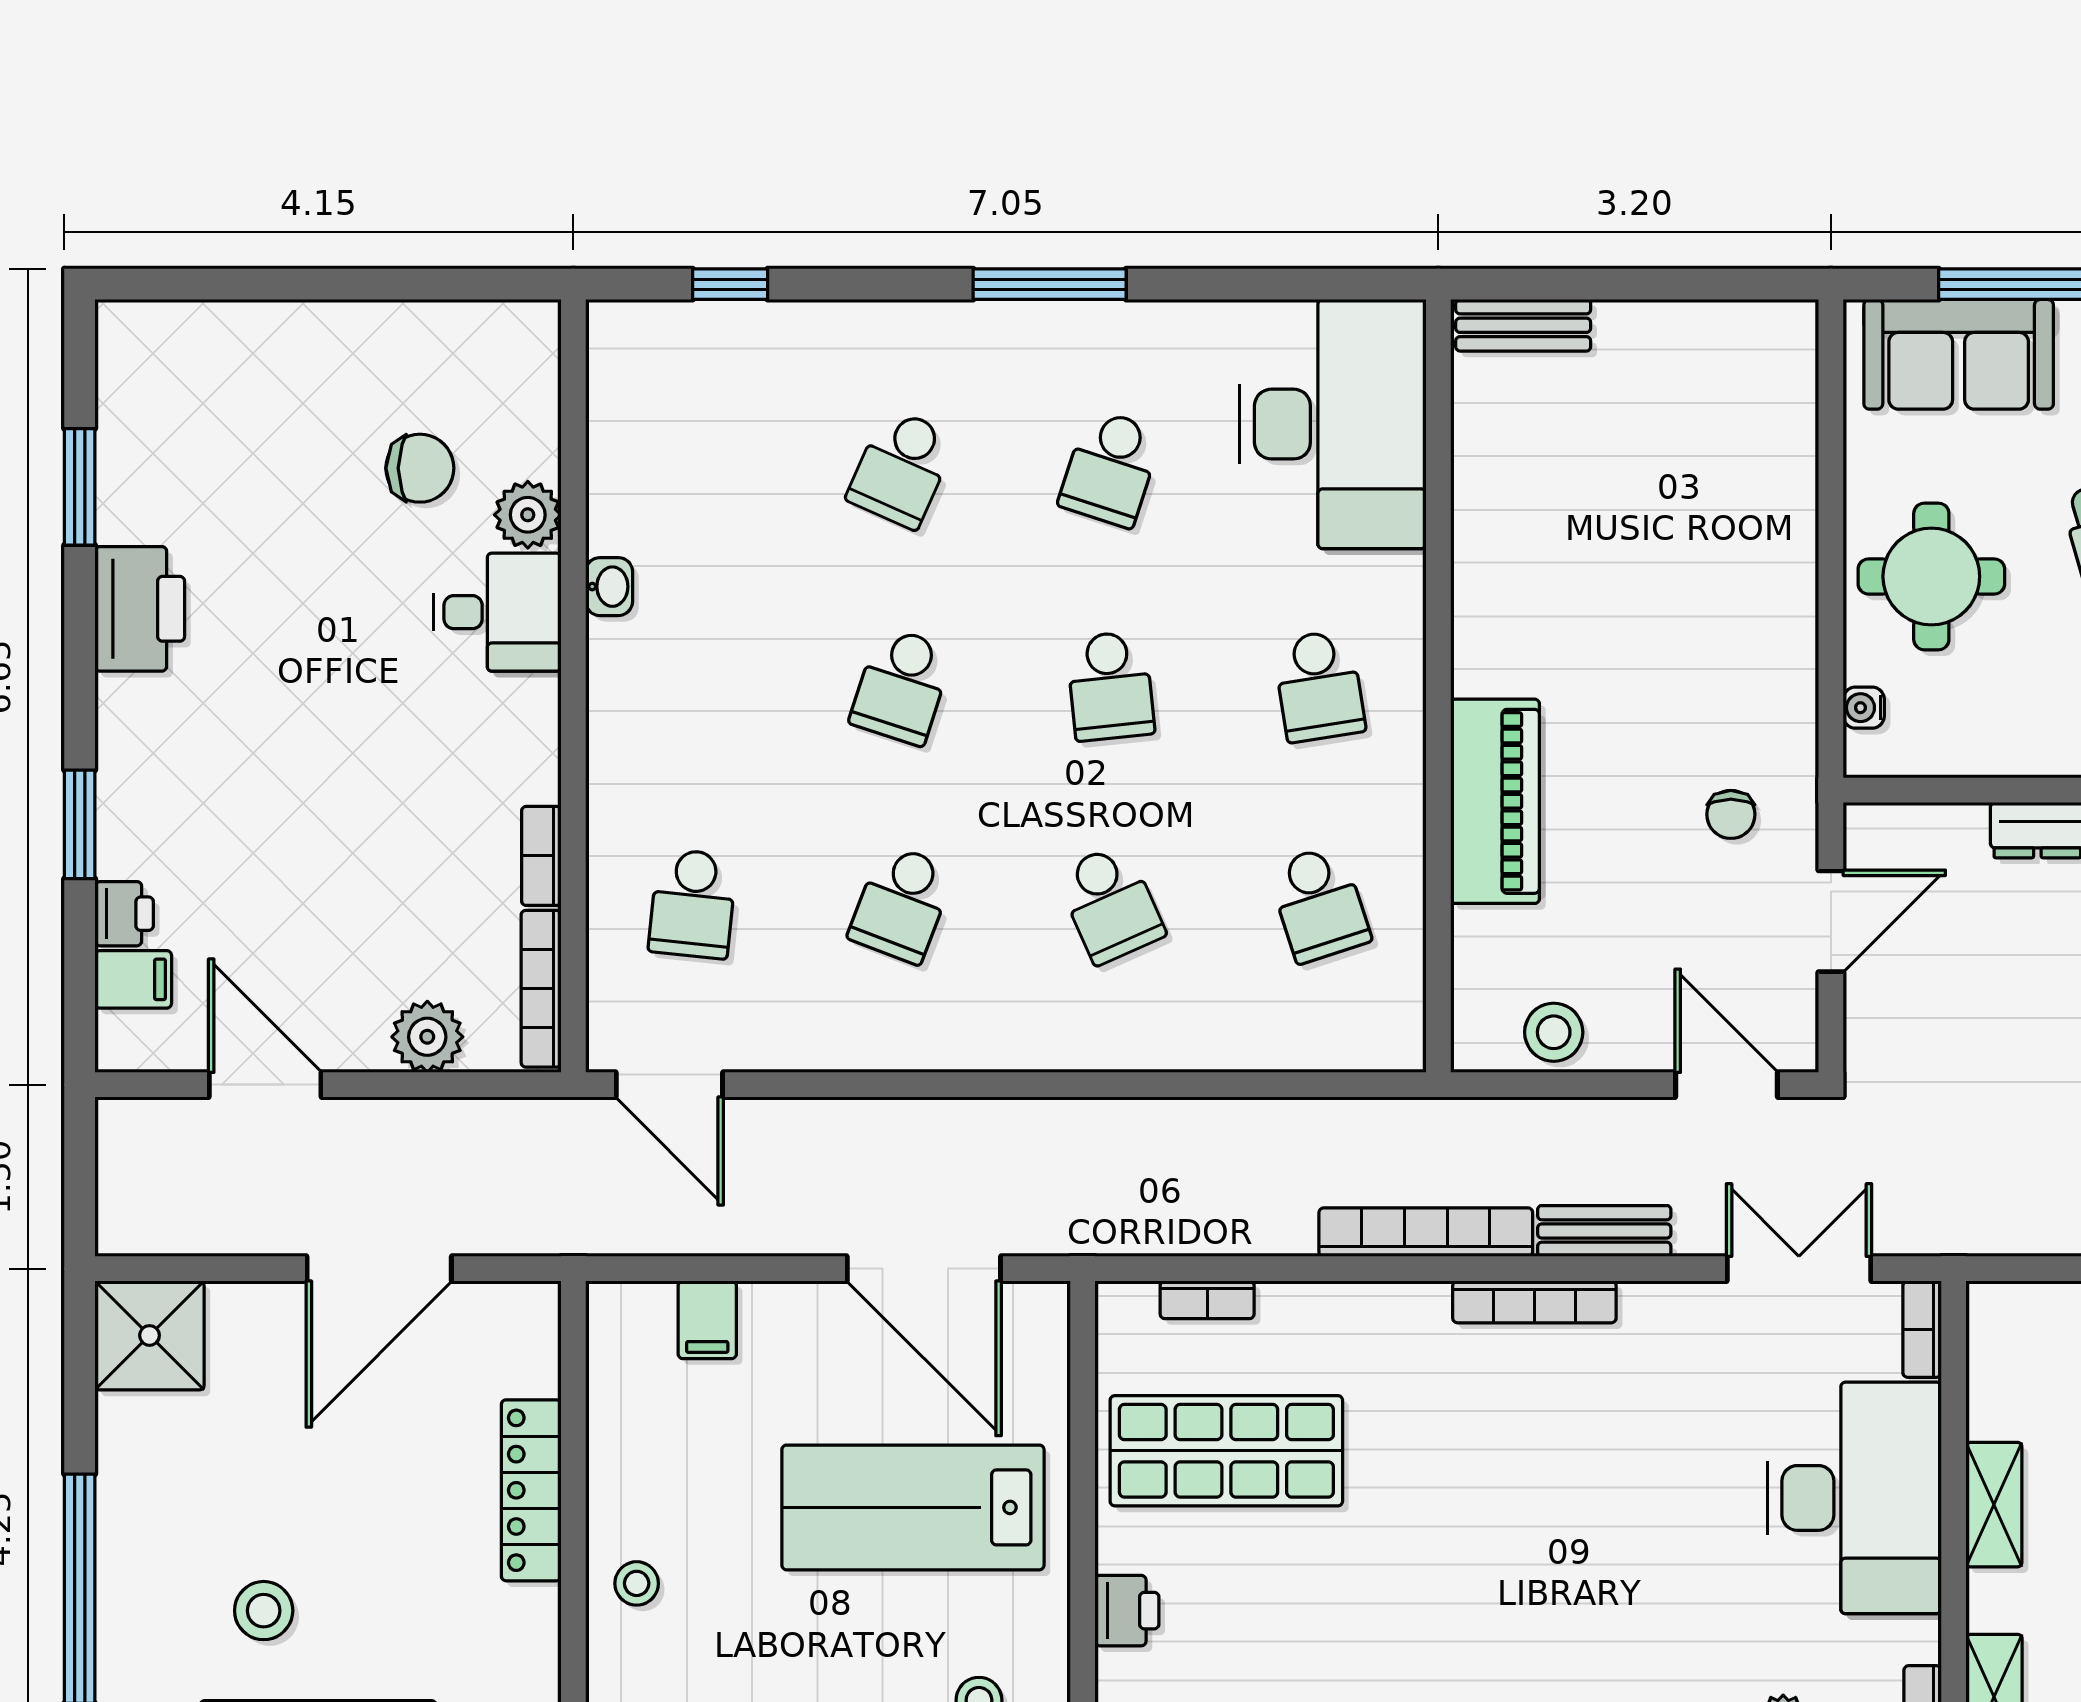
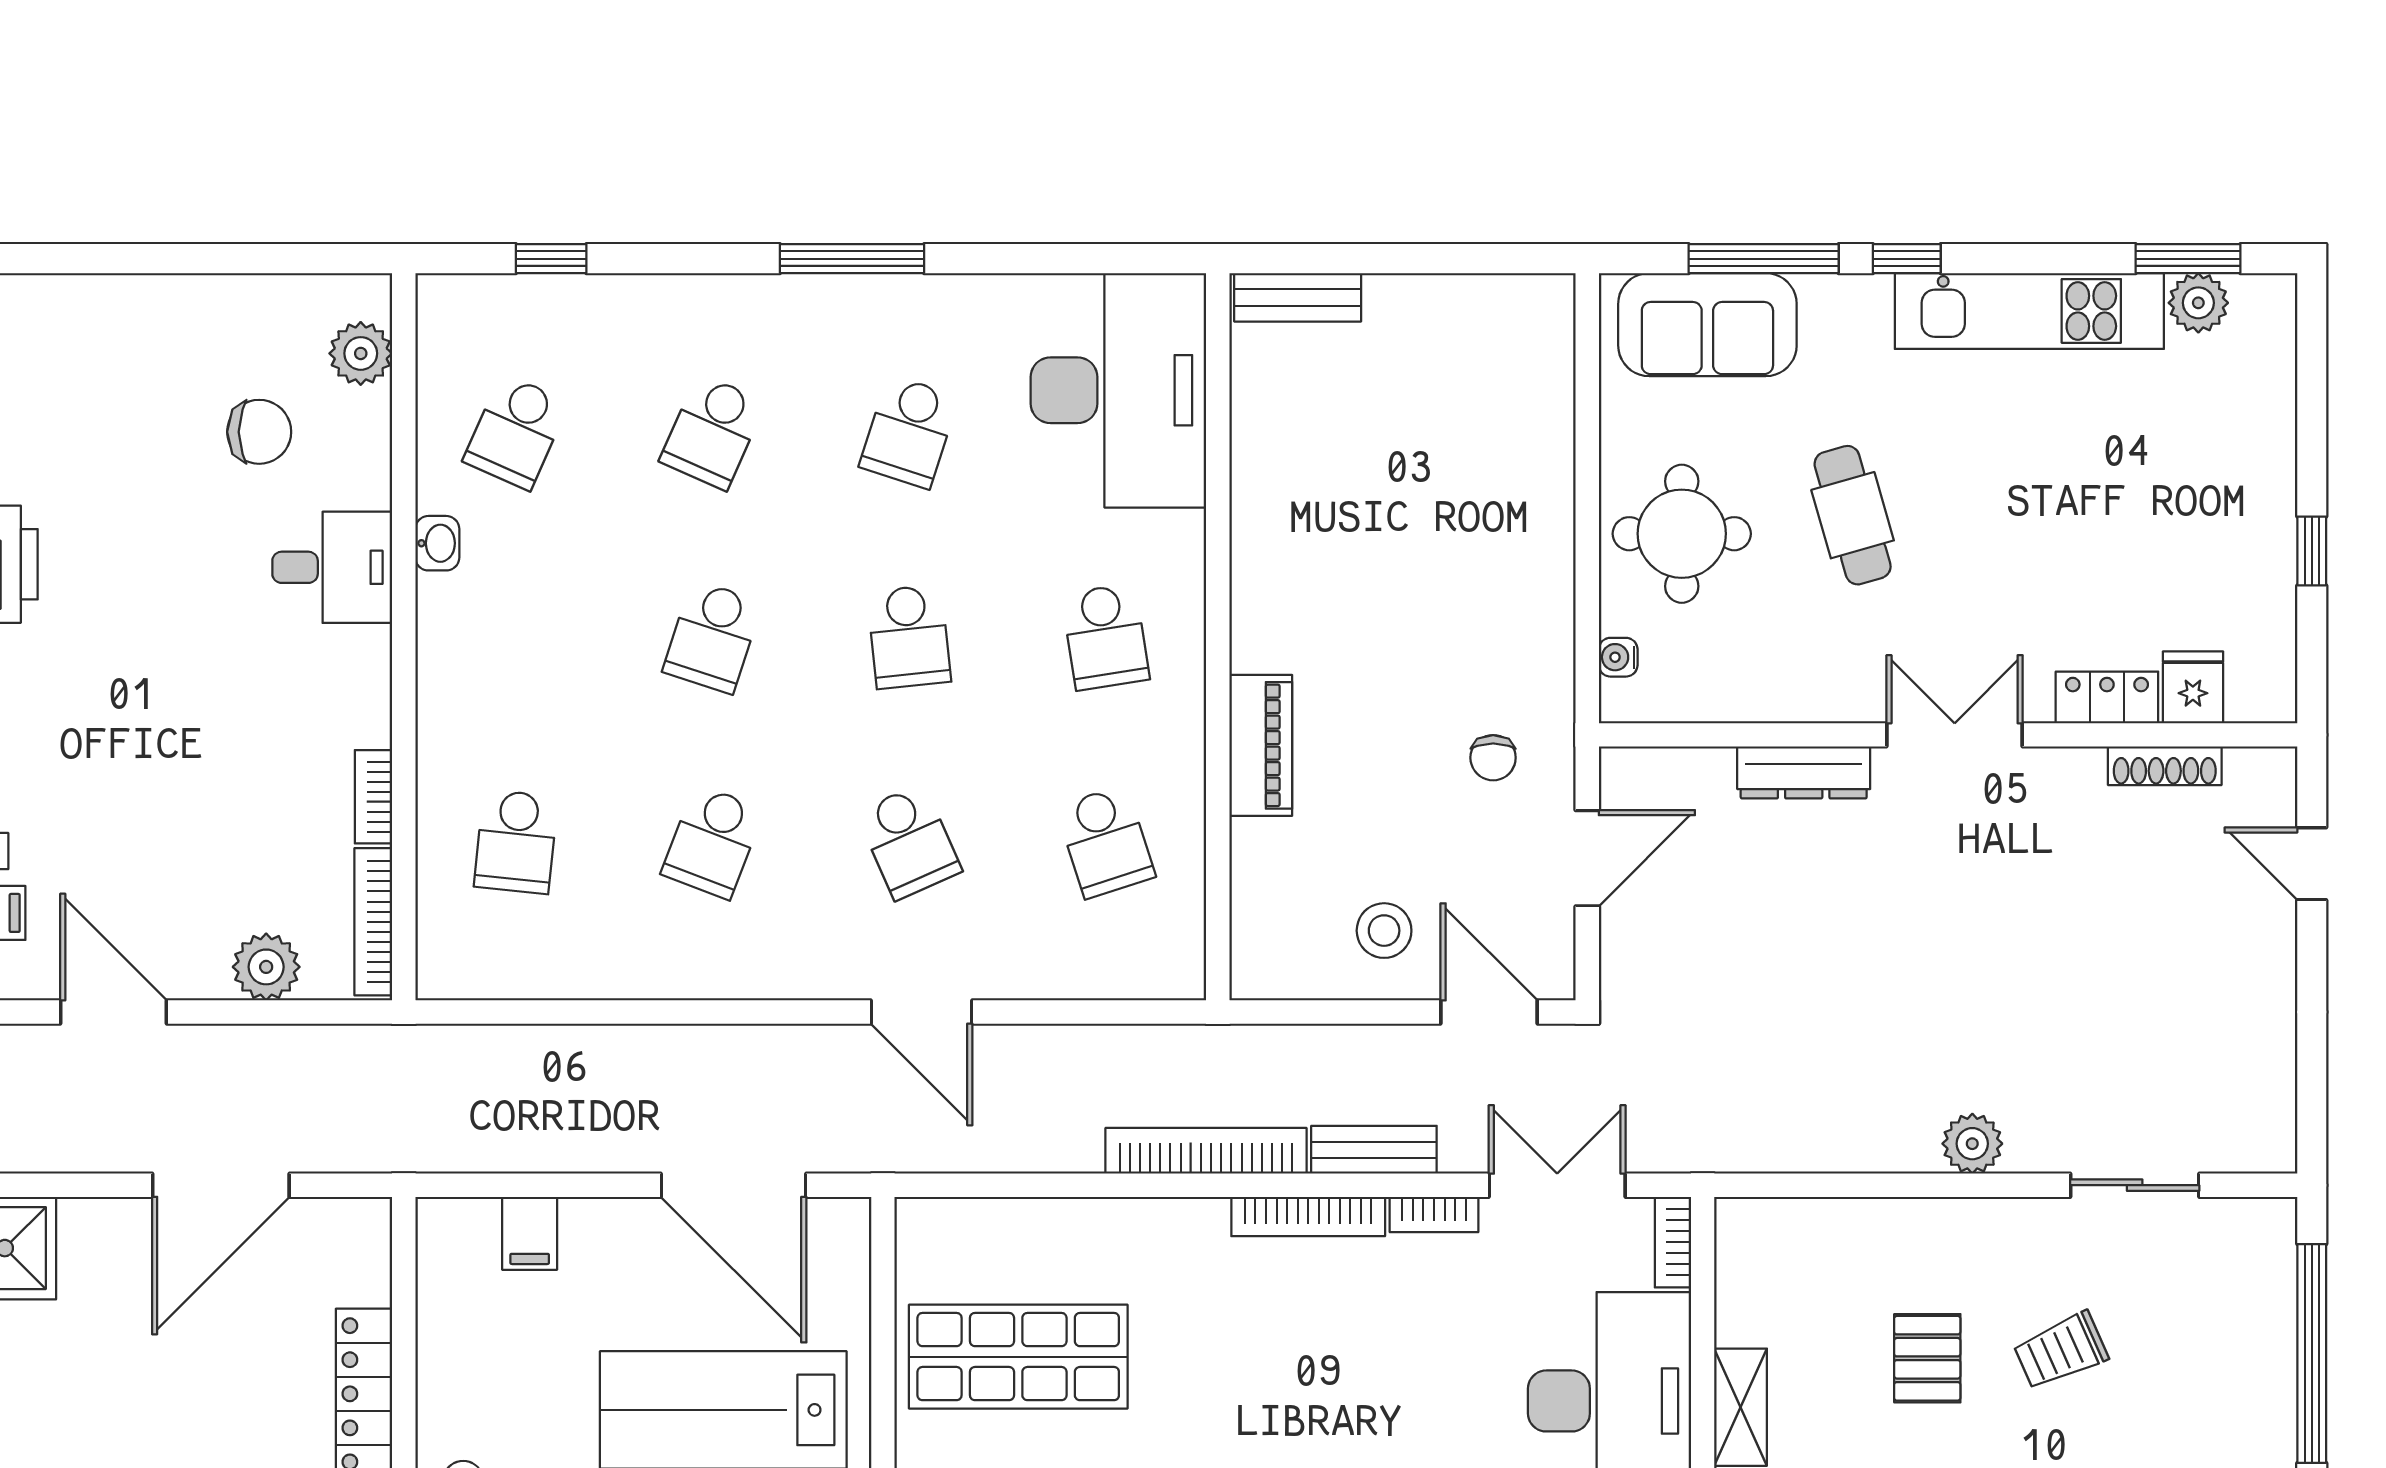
school desk: (693, 468) -> (516, 432), added
plant: (528, 515) -> (361, 353), moved
piano: (1495, 801) -> (1261, 745), width x0.73, depth x0.75
stool: (1554, 1032) -> (1384, 931), moved
door: (669, 1085) -> (922, 1012), moved
bookcase: (1207, 1300) -> (1434, 1214), moved

